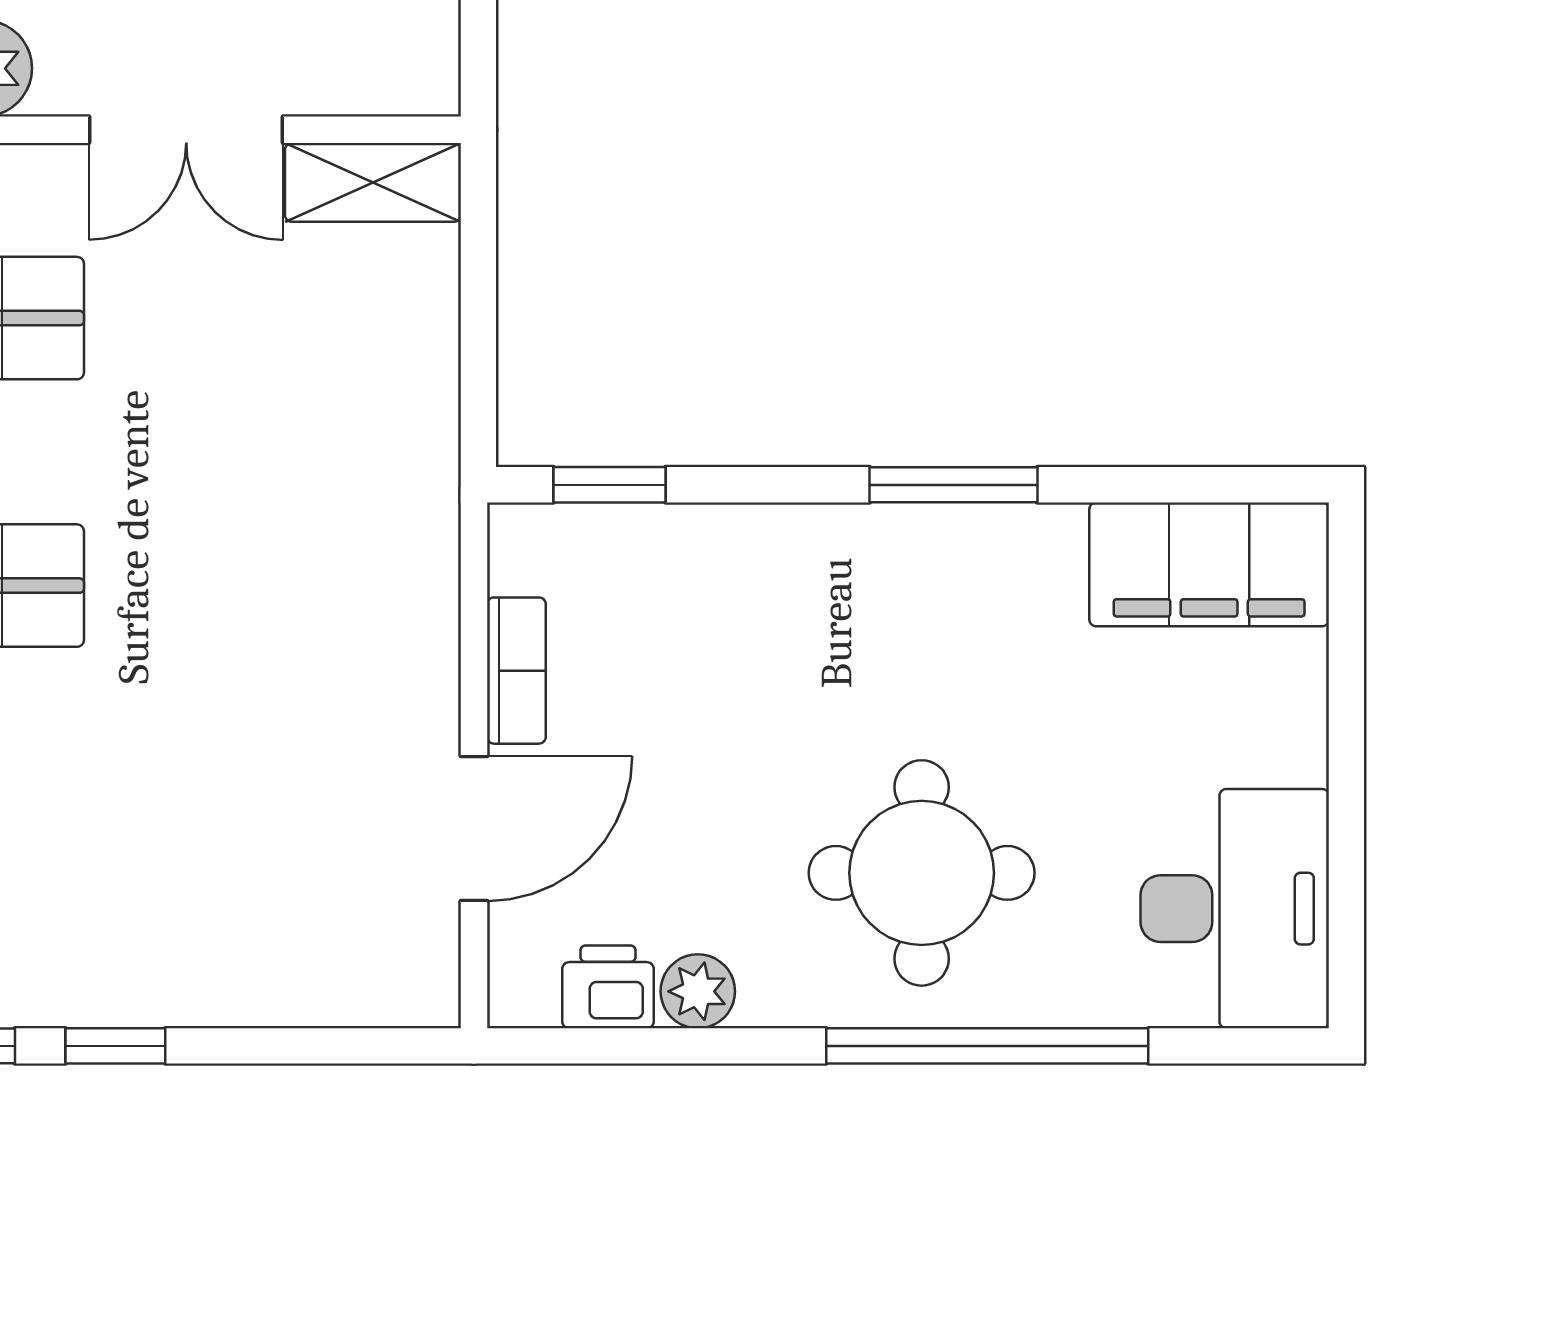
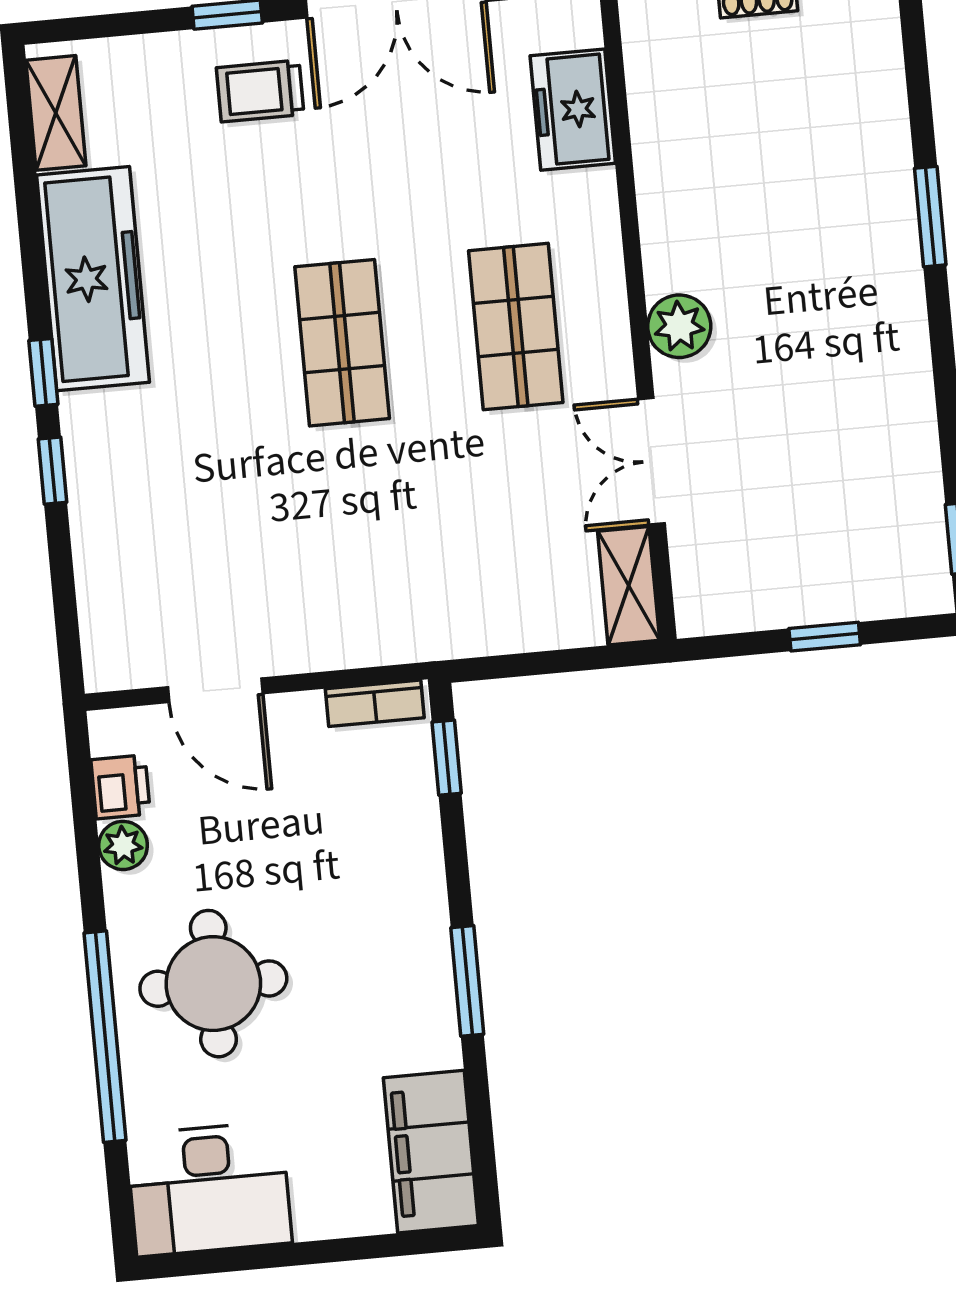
bookcase: (516, 671) -> (375, 703), moved

